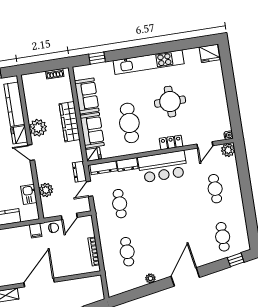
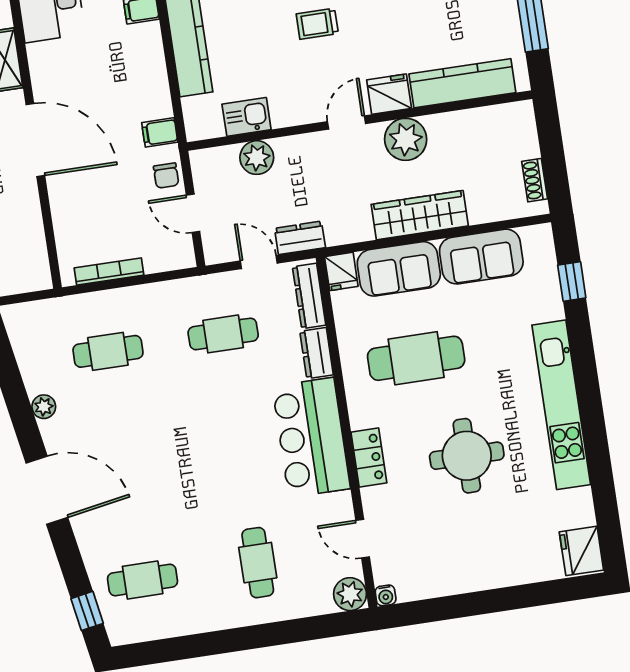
cafe table: (215, 189) -> (258, 563), turned 90

